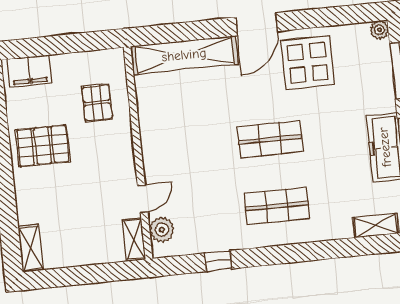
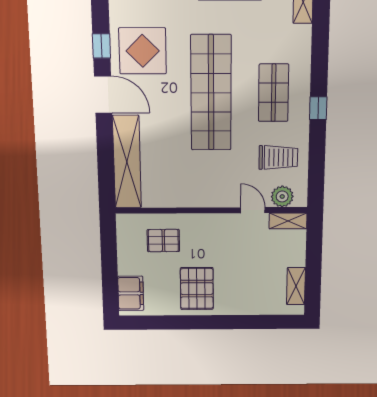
window: (308, 19) -> (101, 46), added
shop shelf: (270, 139) -> (211, 93), width x2.00, depth x1.36
trolley: (206, 220) -> (278, 157), added
shelving: (31, 248) -> (296, 286), moved, turned 90
window: (218, 261) -> (318, 108), moved

